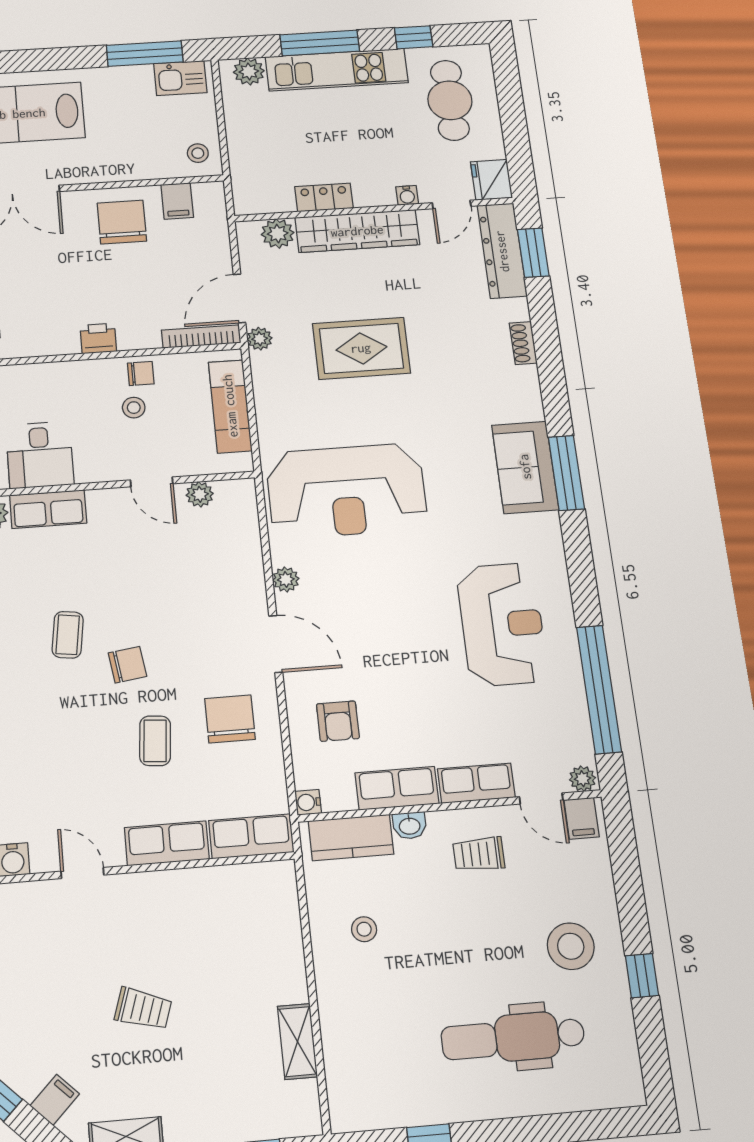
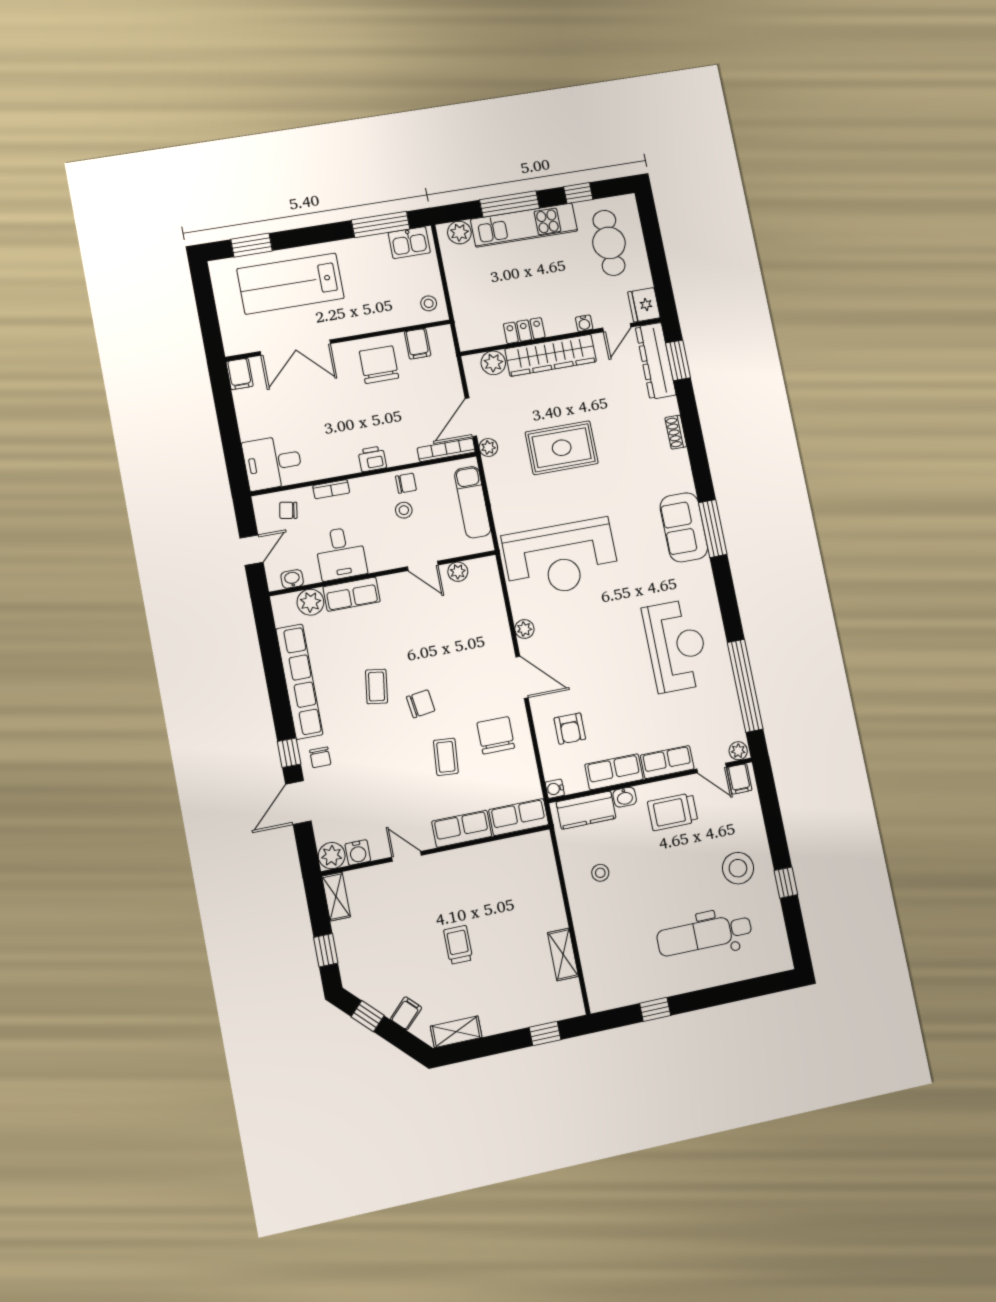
bookcase: (37, 372) -> (331, 489), added
trolley: (479, 854) -> (673, 812), width x1.36, depth x1.39
trolley: (143, 1009) -> (458, 945), turned -108

